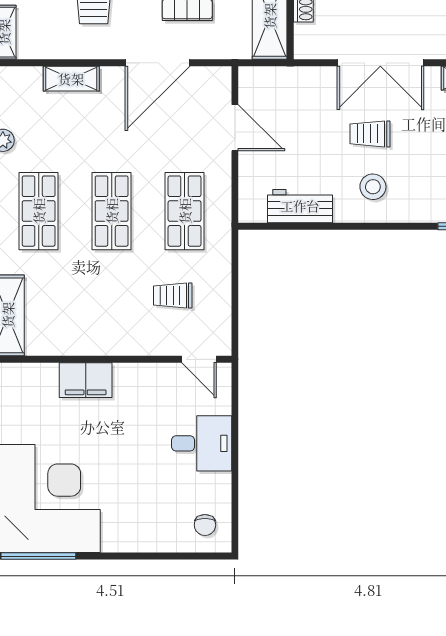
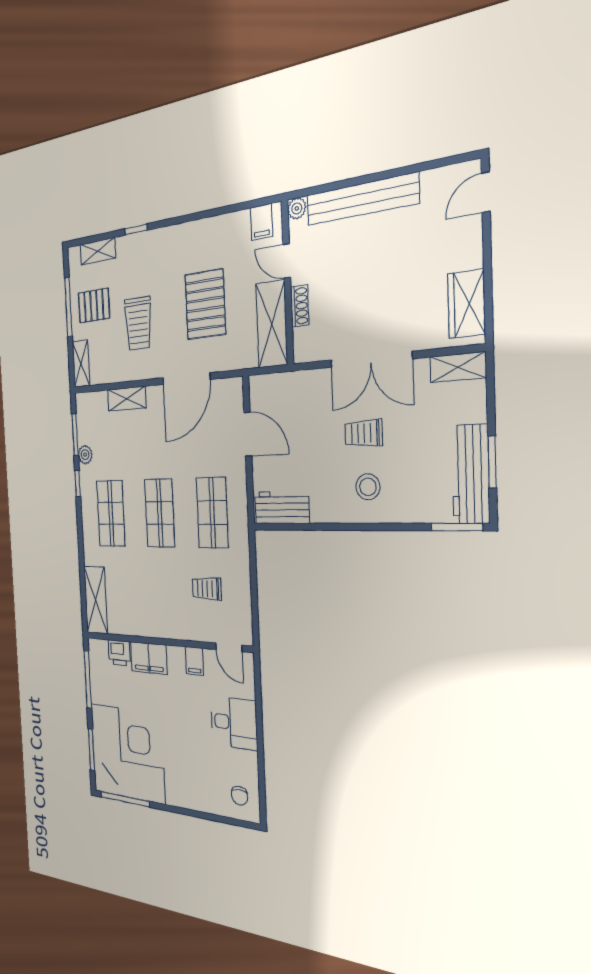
workbench: (300, 206) -> (282, 508), moved
printer: (41, 377) -> (119, 653), added
filing cabinet: (151, 378) -> (194, 661), added

